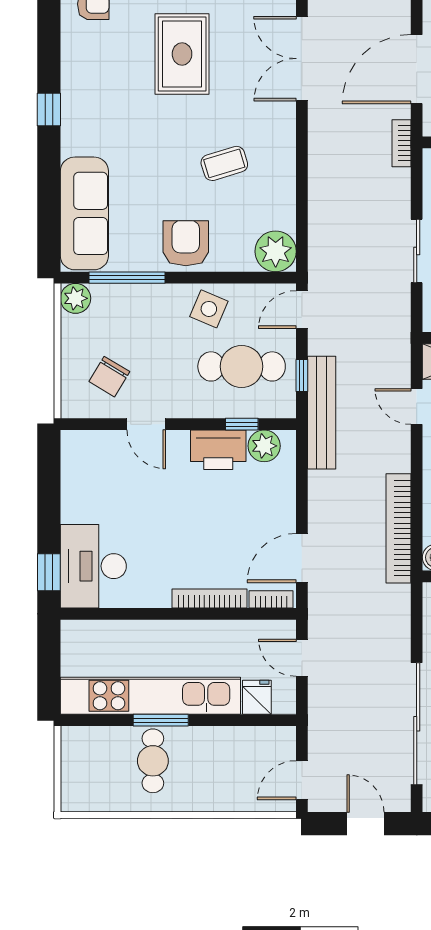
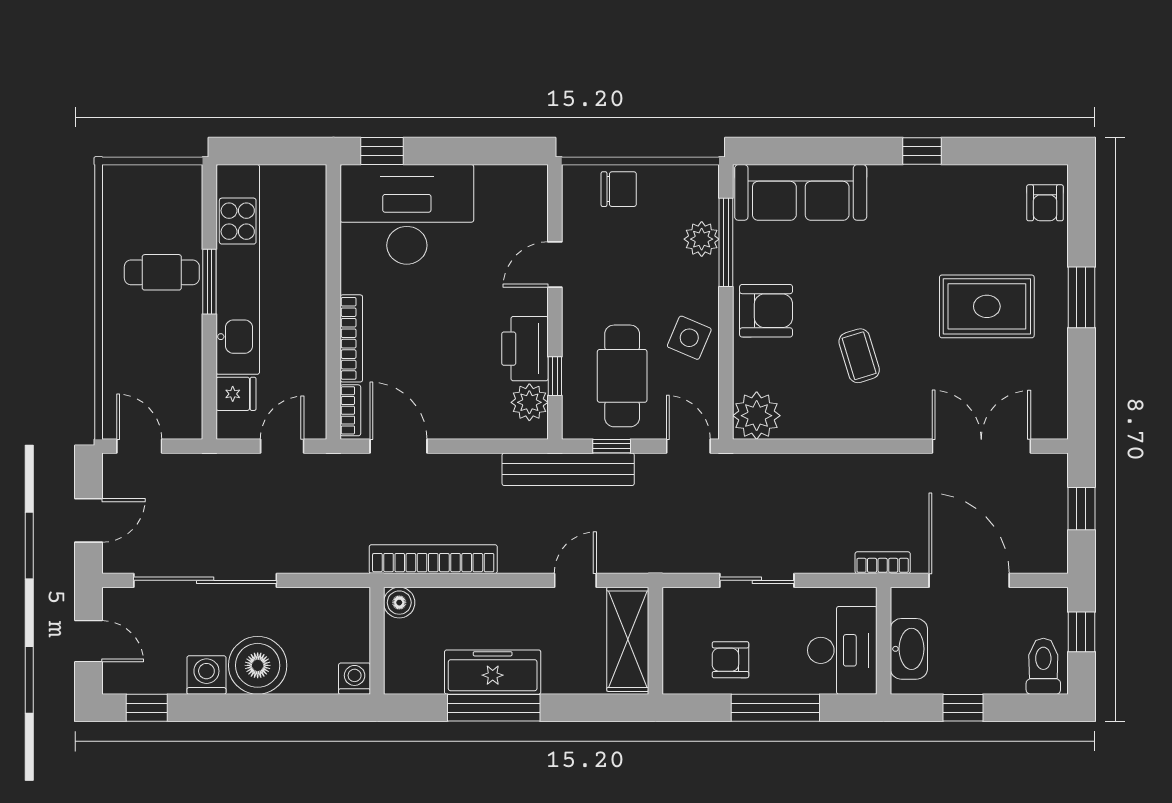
plant: (75, 298) -> (702, 239), moved
chair: (109, 377) -> (619, 189), moved, turned 149
desk: (93, 566) -> (407, 214), width x1.36, depth x1.30

